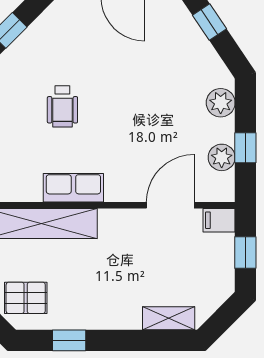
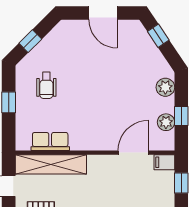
wheelchair: (62, 106) -> (46, 85), moved
row of seats: (73, 188) -> (50, 142), moved

